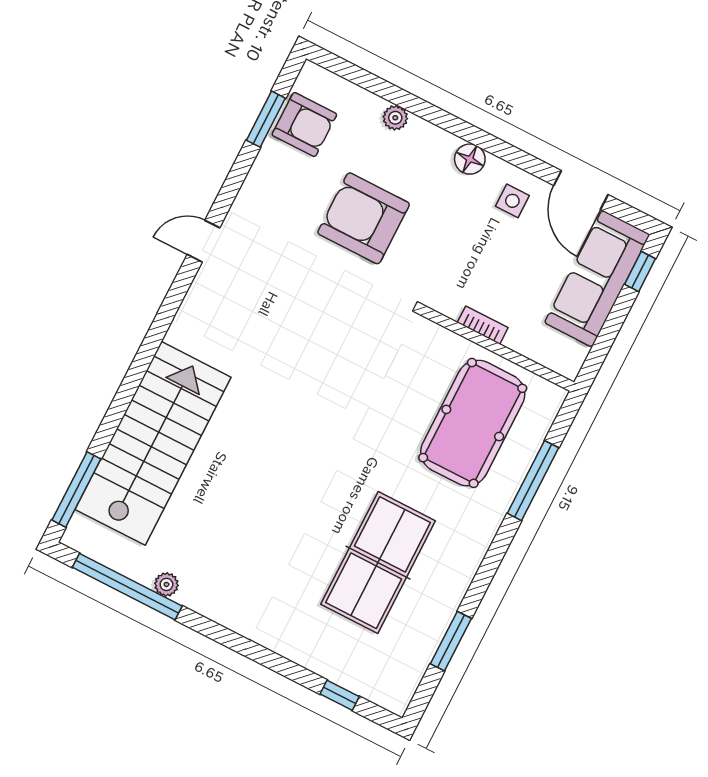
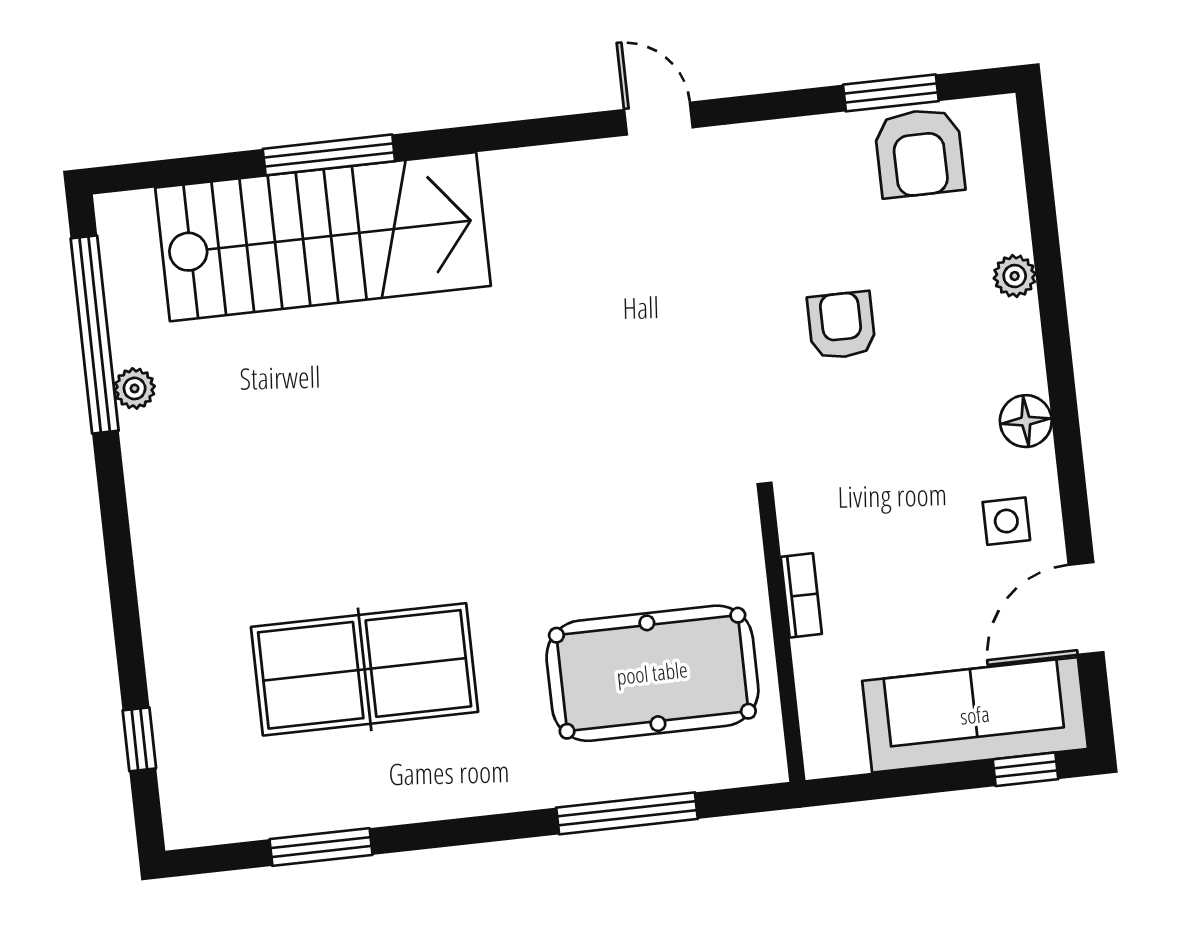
armchair: (364, 218) -> (841, 325), width x0.53, depth x0.53
window: (76, 489) -> (329, 155), moved

